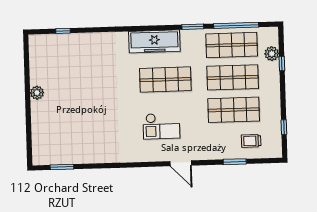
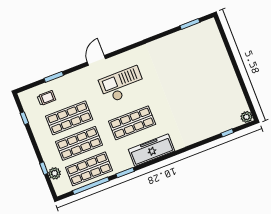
plant: (37, 93) -> (246, 117), moved
checkout: (161, 126) -> (122, 85), width x1.36, depth x1.21
door: (181, 163) -> (96, 60), hinge flipped

